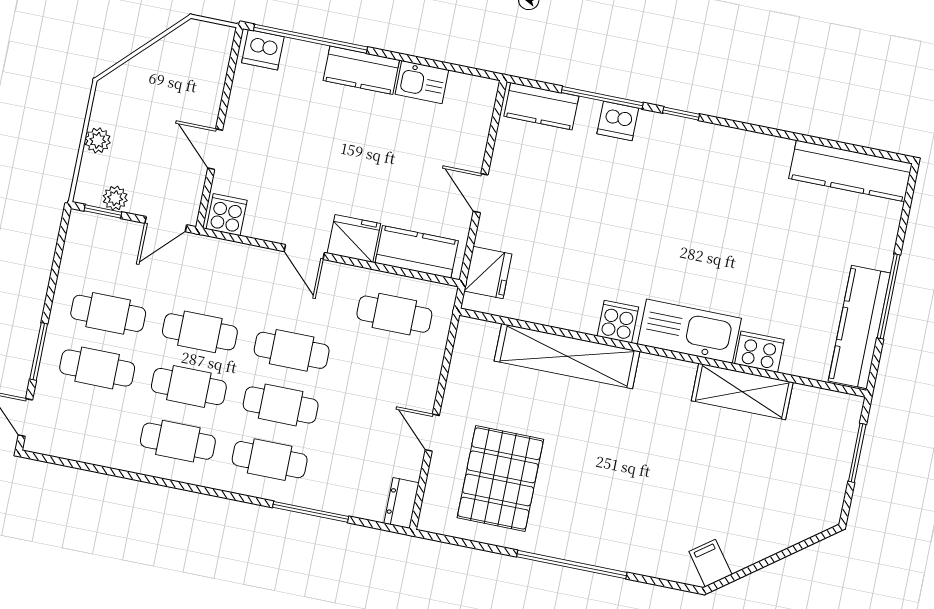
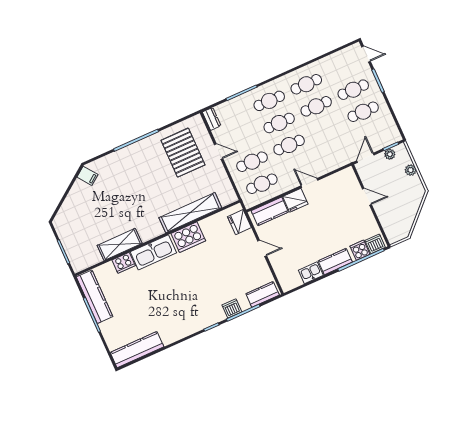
cooker: (227, 215) -> (360, 250), moved, turned 180
cooker: (618, 322) -> (188, 237), width x1.87, depth x1.31
cafe table: (200, 332) -> (252, 162), moved

